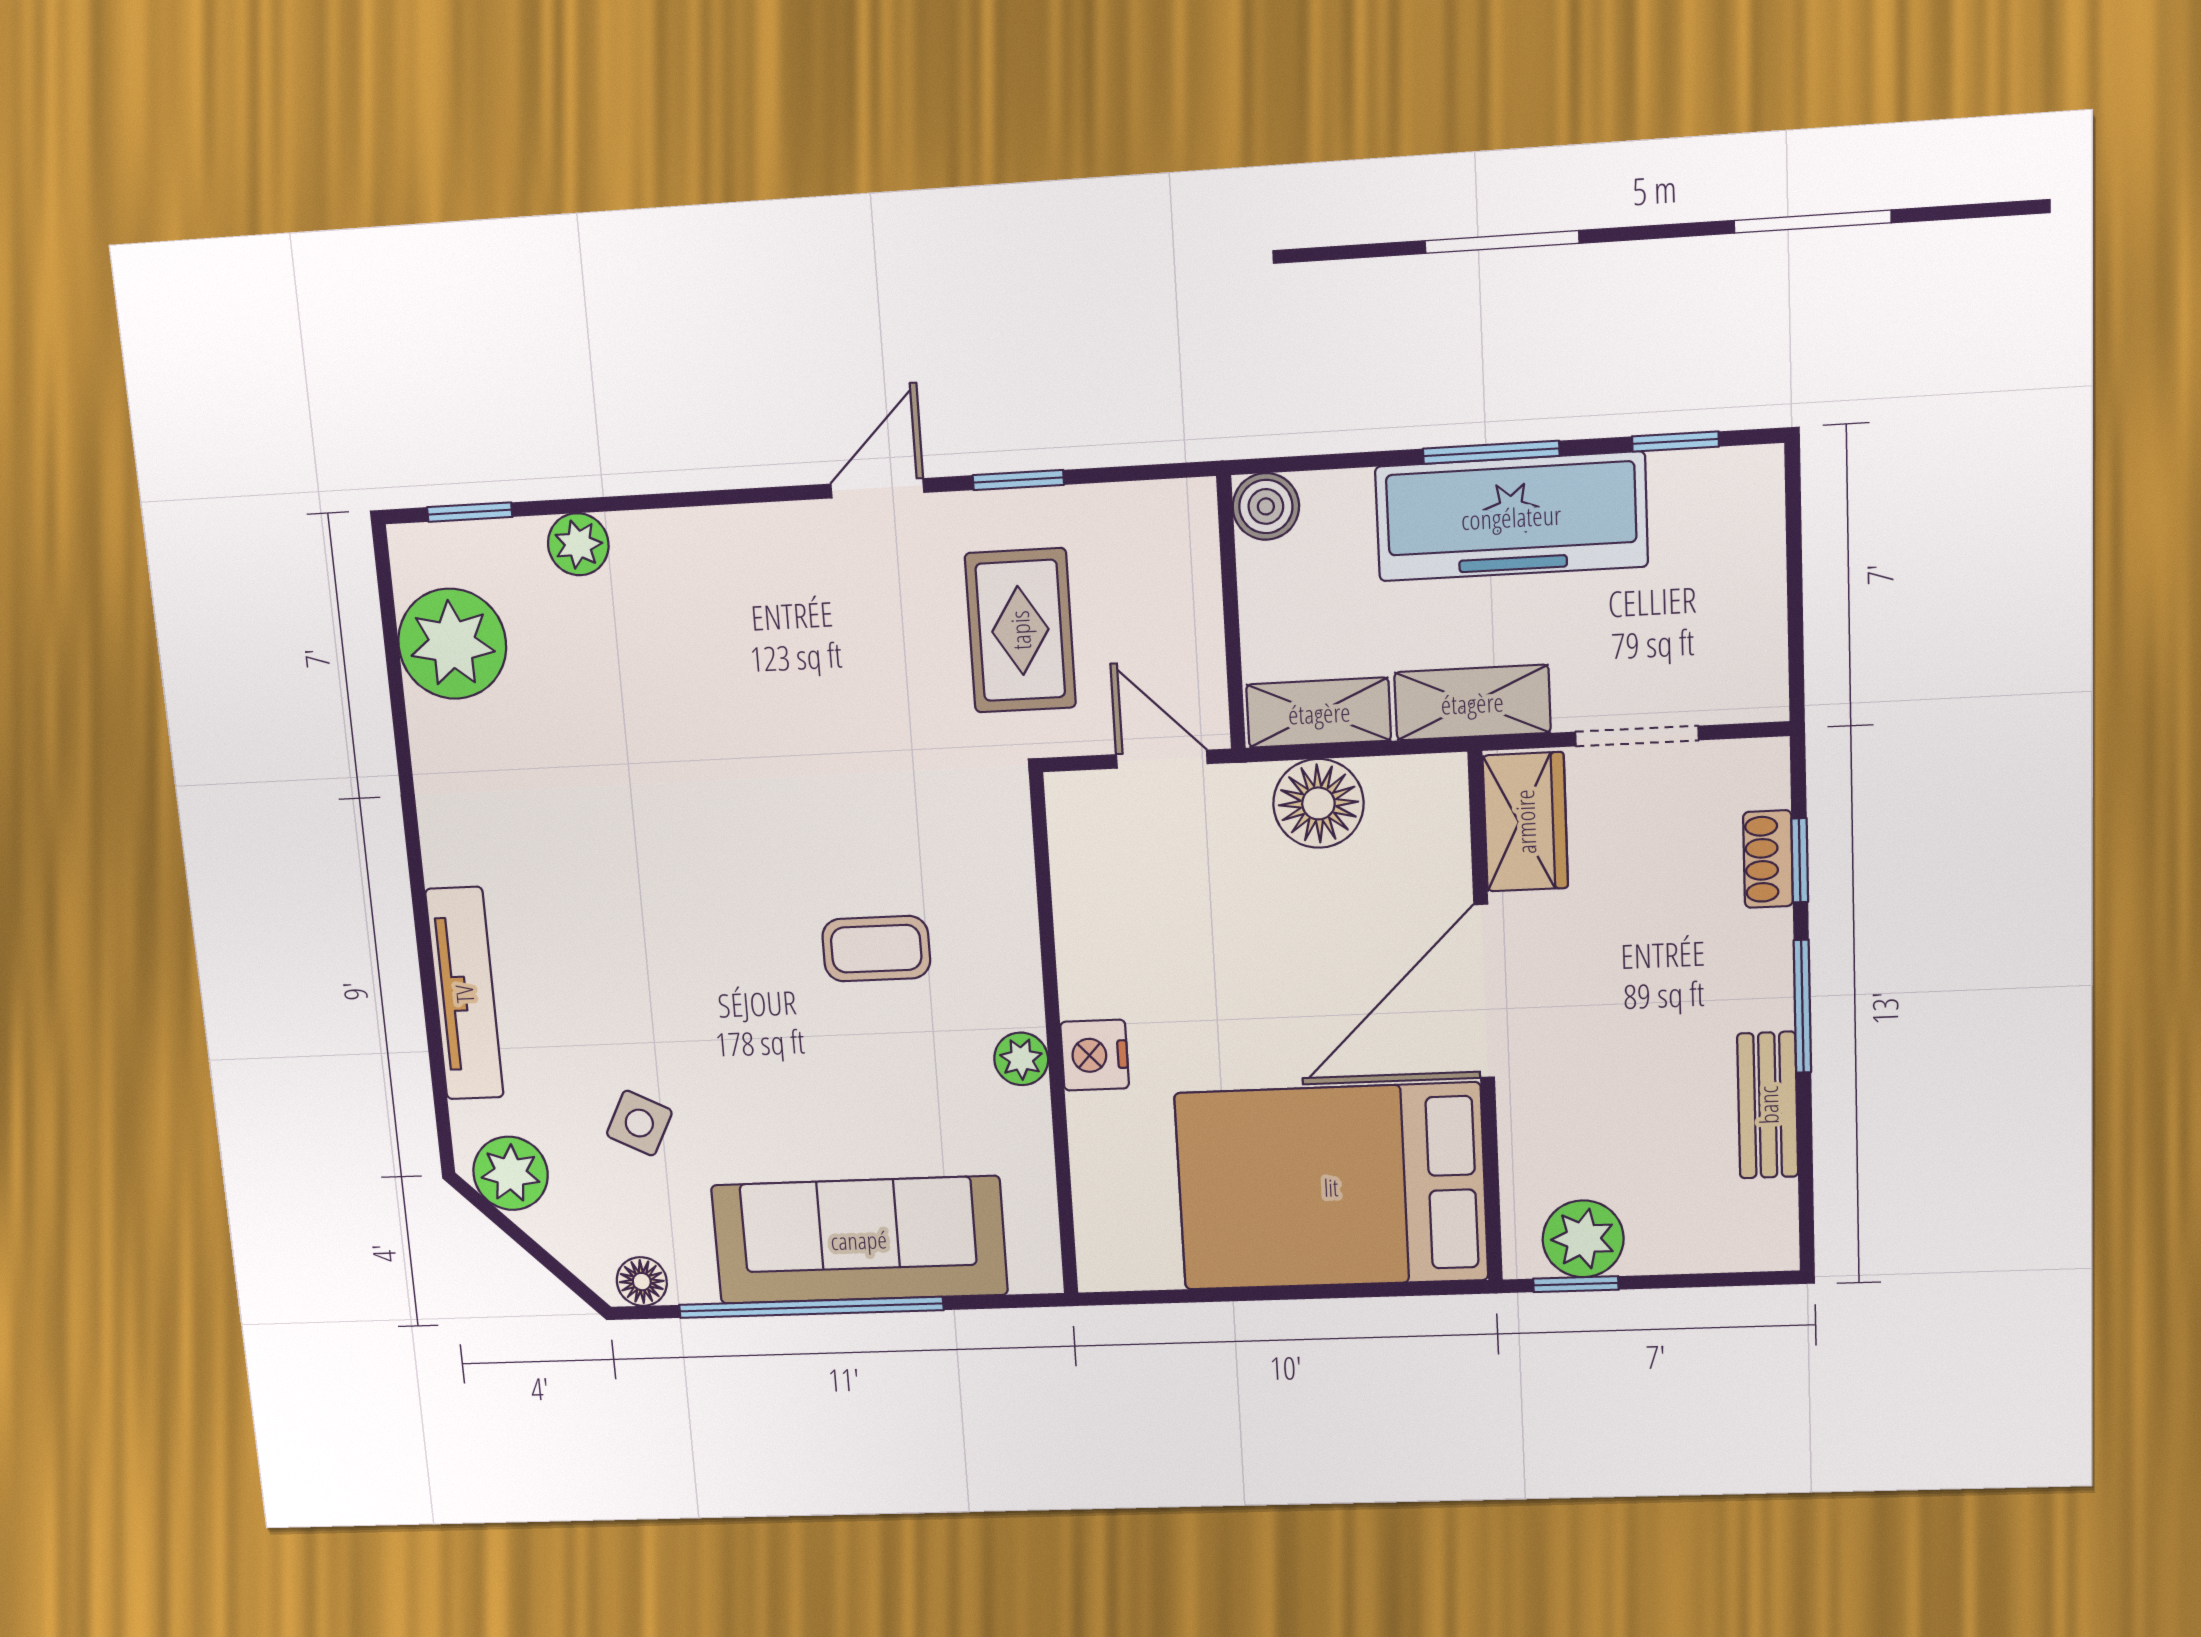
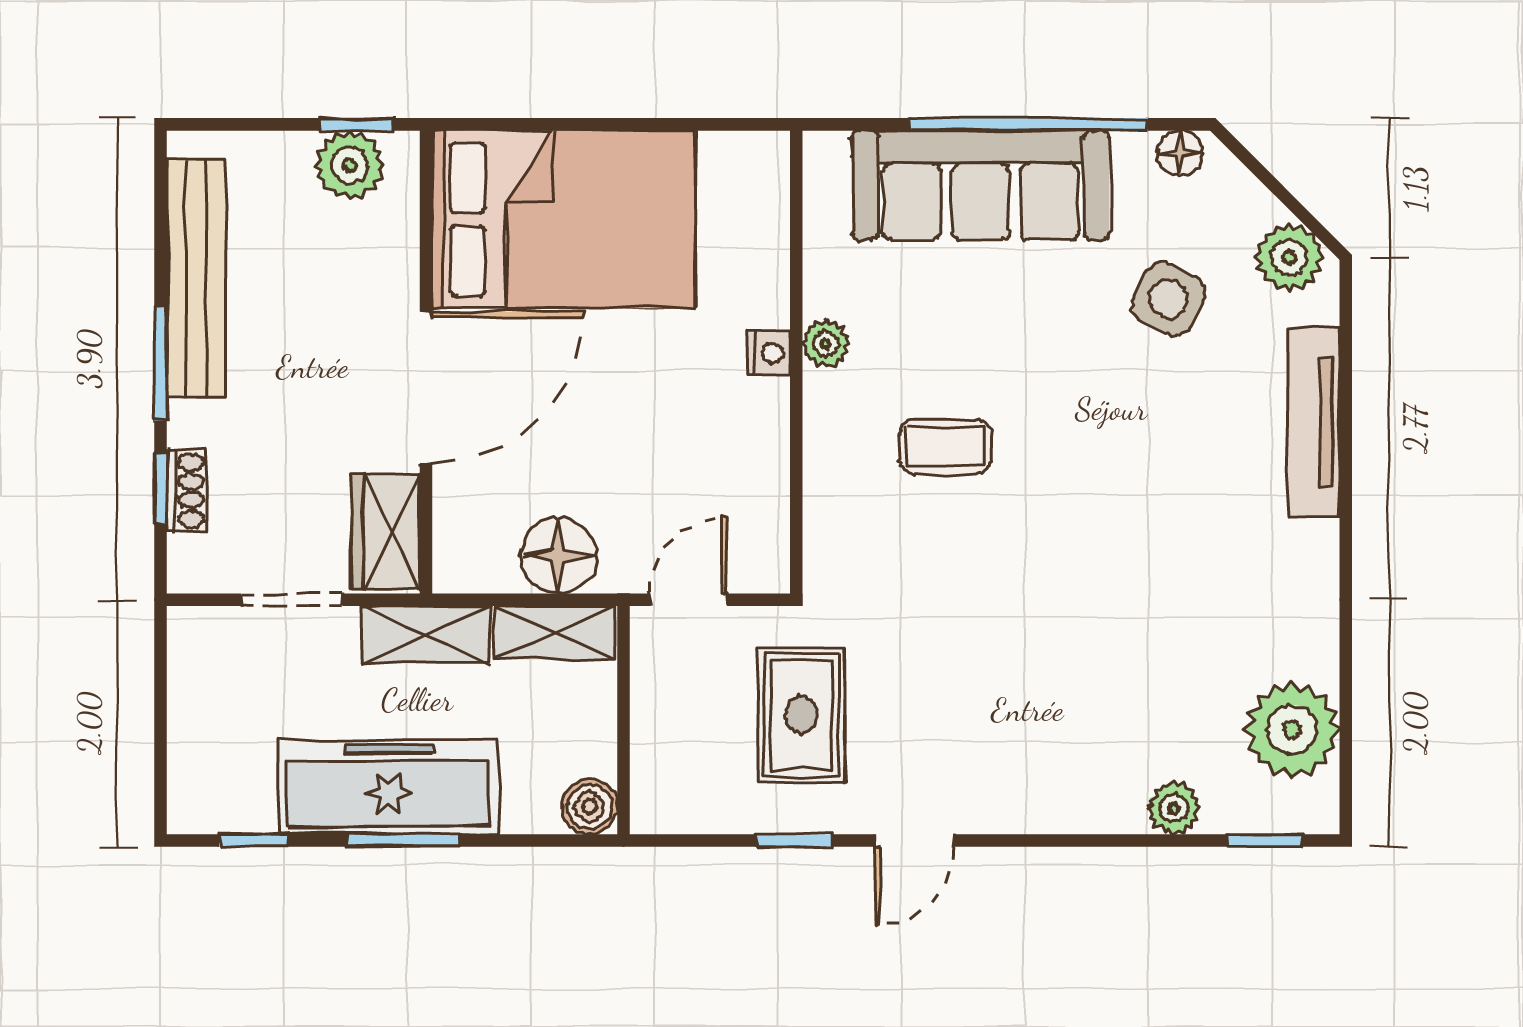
door: (1162, 759) -> (689, 600), swing flipped
nightstand: (1095, 1055) -> (769, 353), width x0.72, depth x0.74
bench: (1768, 1105) -> (196, 278), width x1.86, depth x1.21
side table: (639, 1123) -> (1168, 299), width x1.37, depth x1.37

